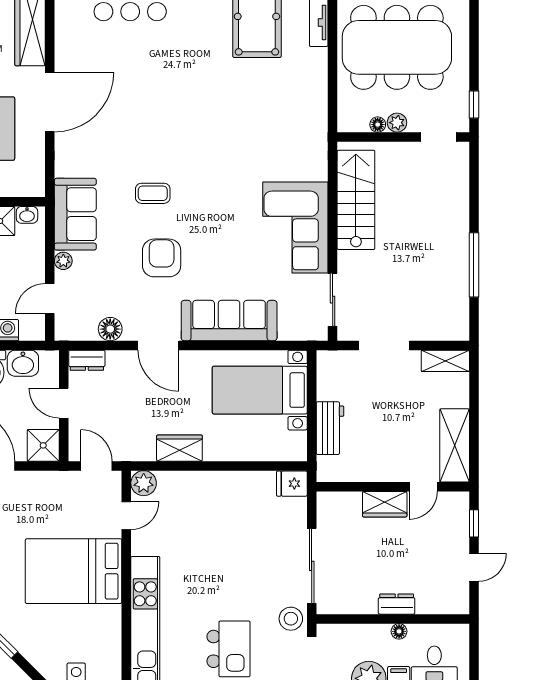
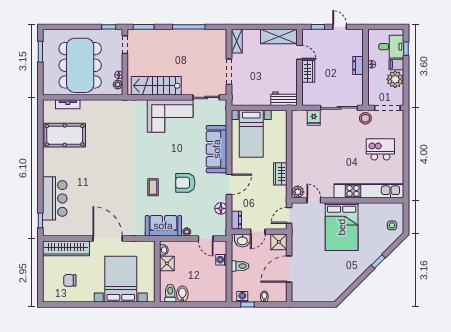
plant: (397, 123) -> (118, 85), moved
window: (474, 174) -> (144, 27), added
washbasin: (23, 363) -> (242, 240), moved, turned 90
workbench: (330, 428) -> (284, 99), moved
fridge: (292, 484) -> (314, 118), moved

